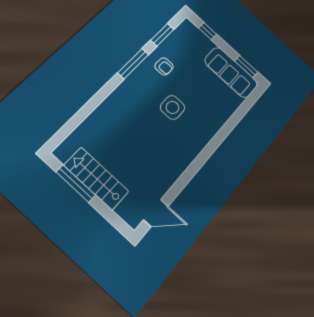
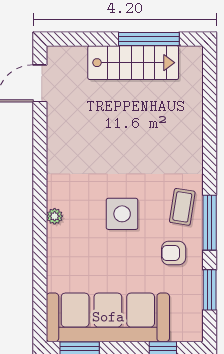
sofa: (231, 72) -> (108, 317), width x1.36, depth x1.27
coffee table: (140, 83) -> (182, 207), added
plant: (207, 137) -> (55, 216), added

